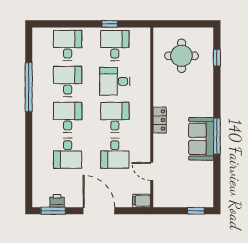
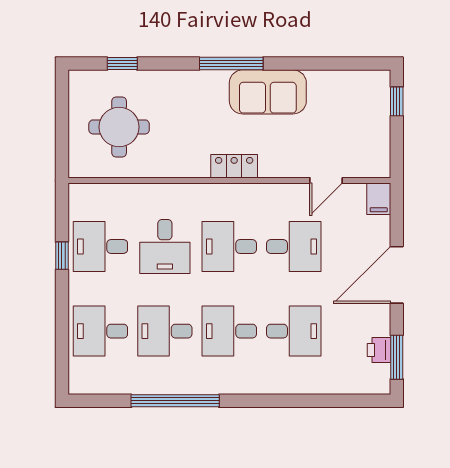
window: (217, 136) -> (231, 64), moved

